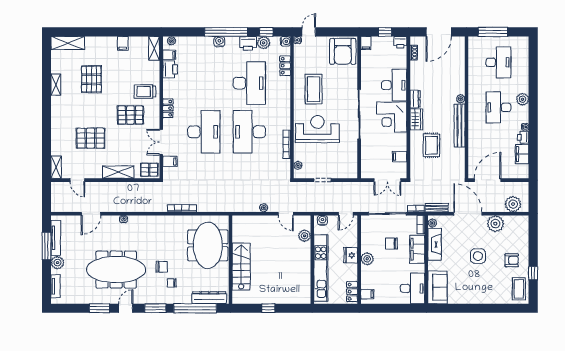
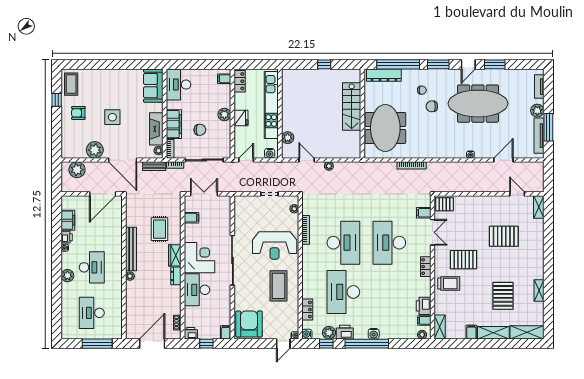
shelving: (118, 172) -> (493, 333), moved

